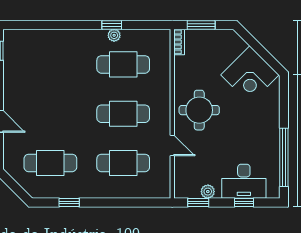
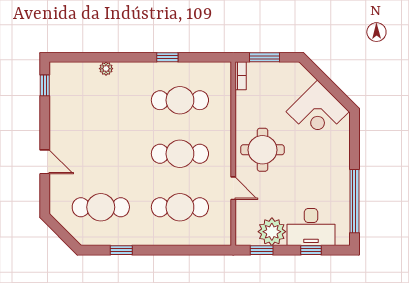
plant: (114, 35) -> (106, 69), moved
plant: (208, 192) -> (272, 232), width x1.87, depth x1.87

